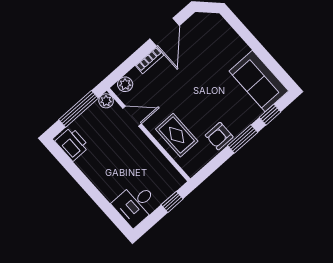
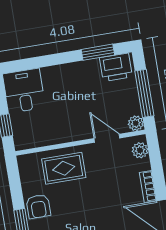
door: (132, 116) -> (107, 138), swing flipped
armchair: (219, 136) -> (38, 206), turned 180
window: (69, 165) -> (98, 52), added

